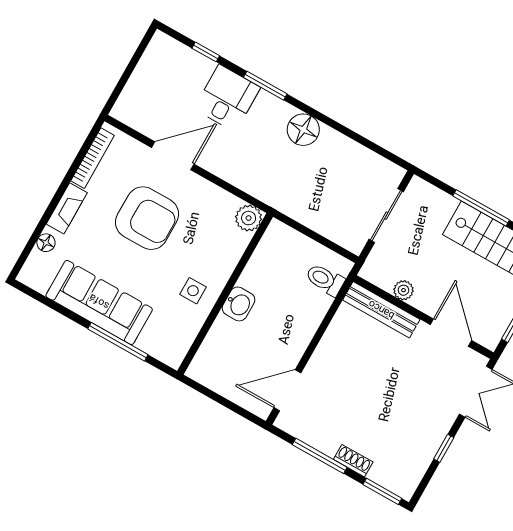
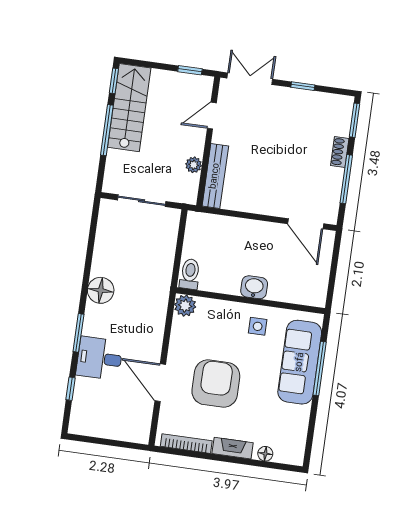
toilet: (325, 280) -> (190, 274), moved, turned 180
sofa: (99, 302) -> (300, 362), moved
door: (451, 333) -> (212, 116), width x0.73

